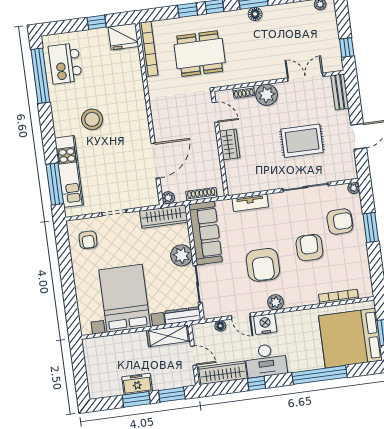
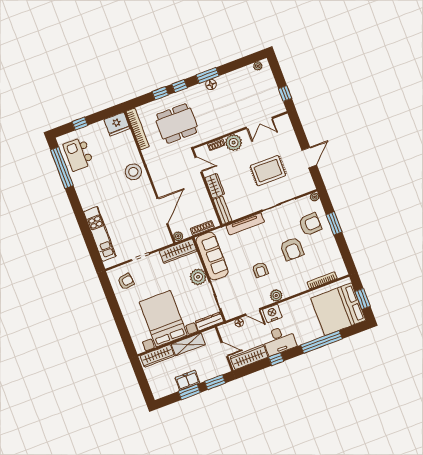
window: (97, 22) -> (80, 124), moved
double door: (305, 77) -> (259, 123), swing flipped
bench: (340, 92) -> (222, 210), moved
stool: (92, 119) -> (133, 172), moved
window: (55, 184) -> (91, 246), removed
tv unit: (250, 203) -> (245, 224), width x1.41
armchair: (88, 240) -> (126, 281), turned -98
armchair: (309, 248) -> (292, 249), turned 180
armchair: (263, 265) -> (260, 270), width x0.53, depth x0.53
shelving: (168, 336) -> (188, 344), moved
wardrobe: (106, 344) -> (157, 356), added

